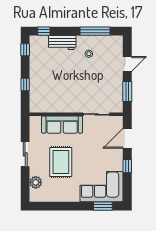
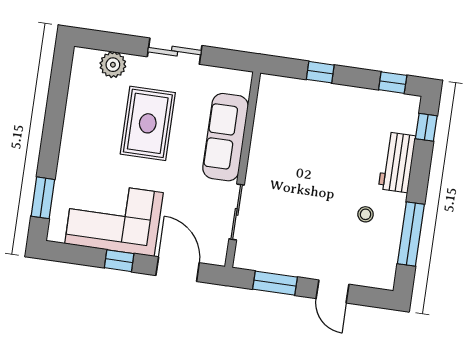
rug: (61, 162) -> (148, 123), turned 90
corner sofa: (101, 187) -> (114, 218), moved, turned -90

